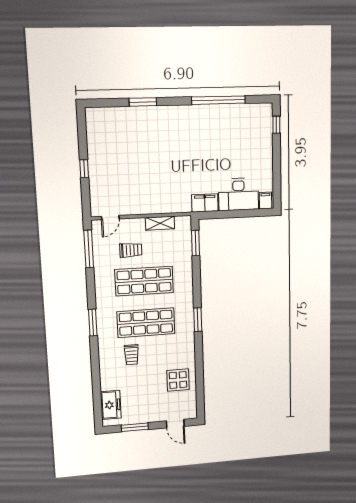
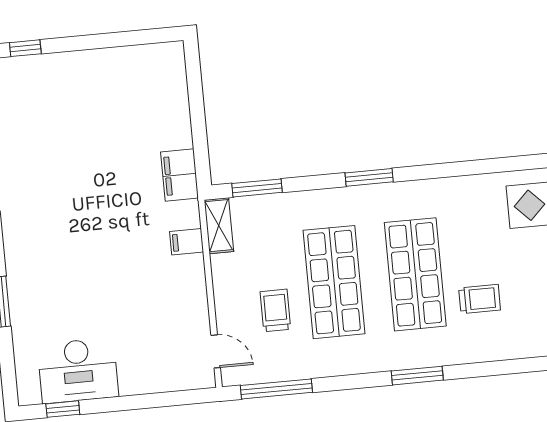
window: (84, 169) -> (63, 409), moved
desk: (239, 194) -> (78, 371), moved, turned 90
filing cabinet: (265, 201) -> (187, 242), moved
shelving: (160, 223) -> (219, 226), moved
window: (198, 320) -> (369, 177), moved

